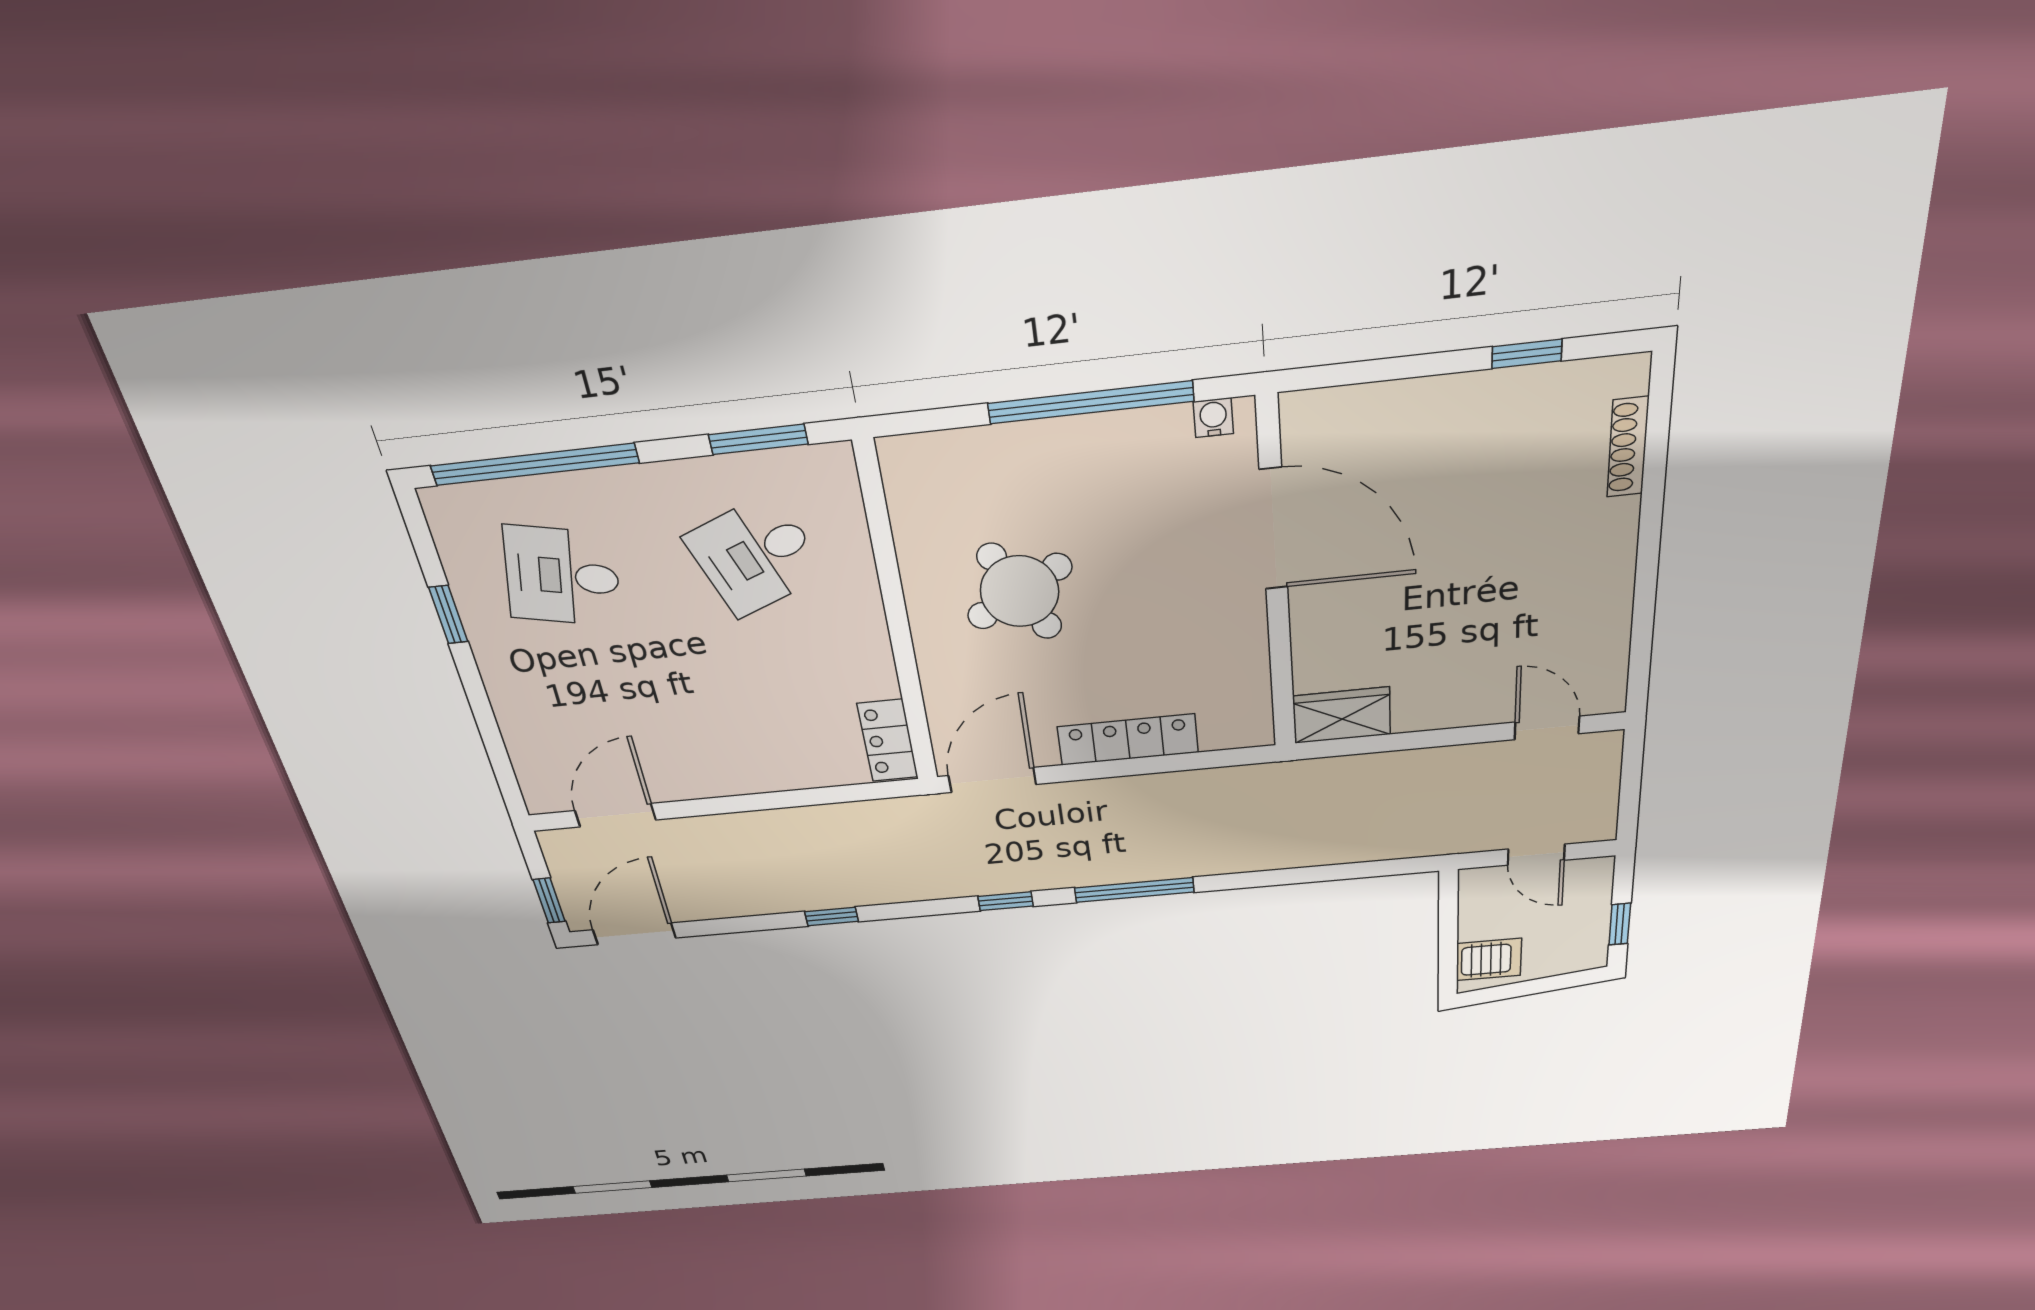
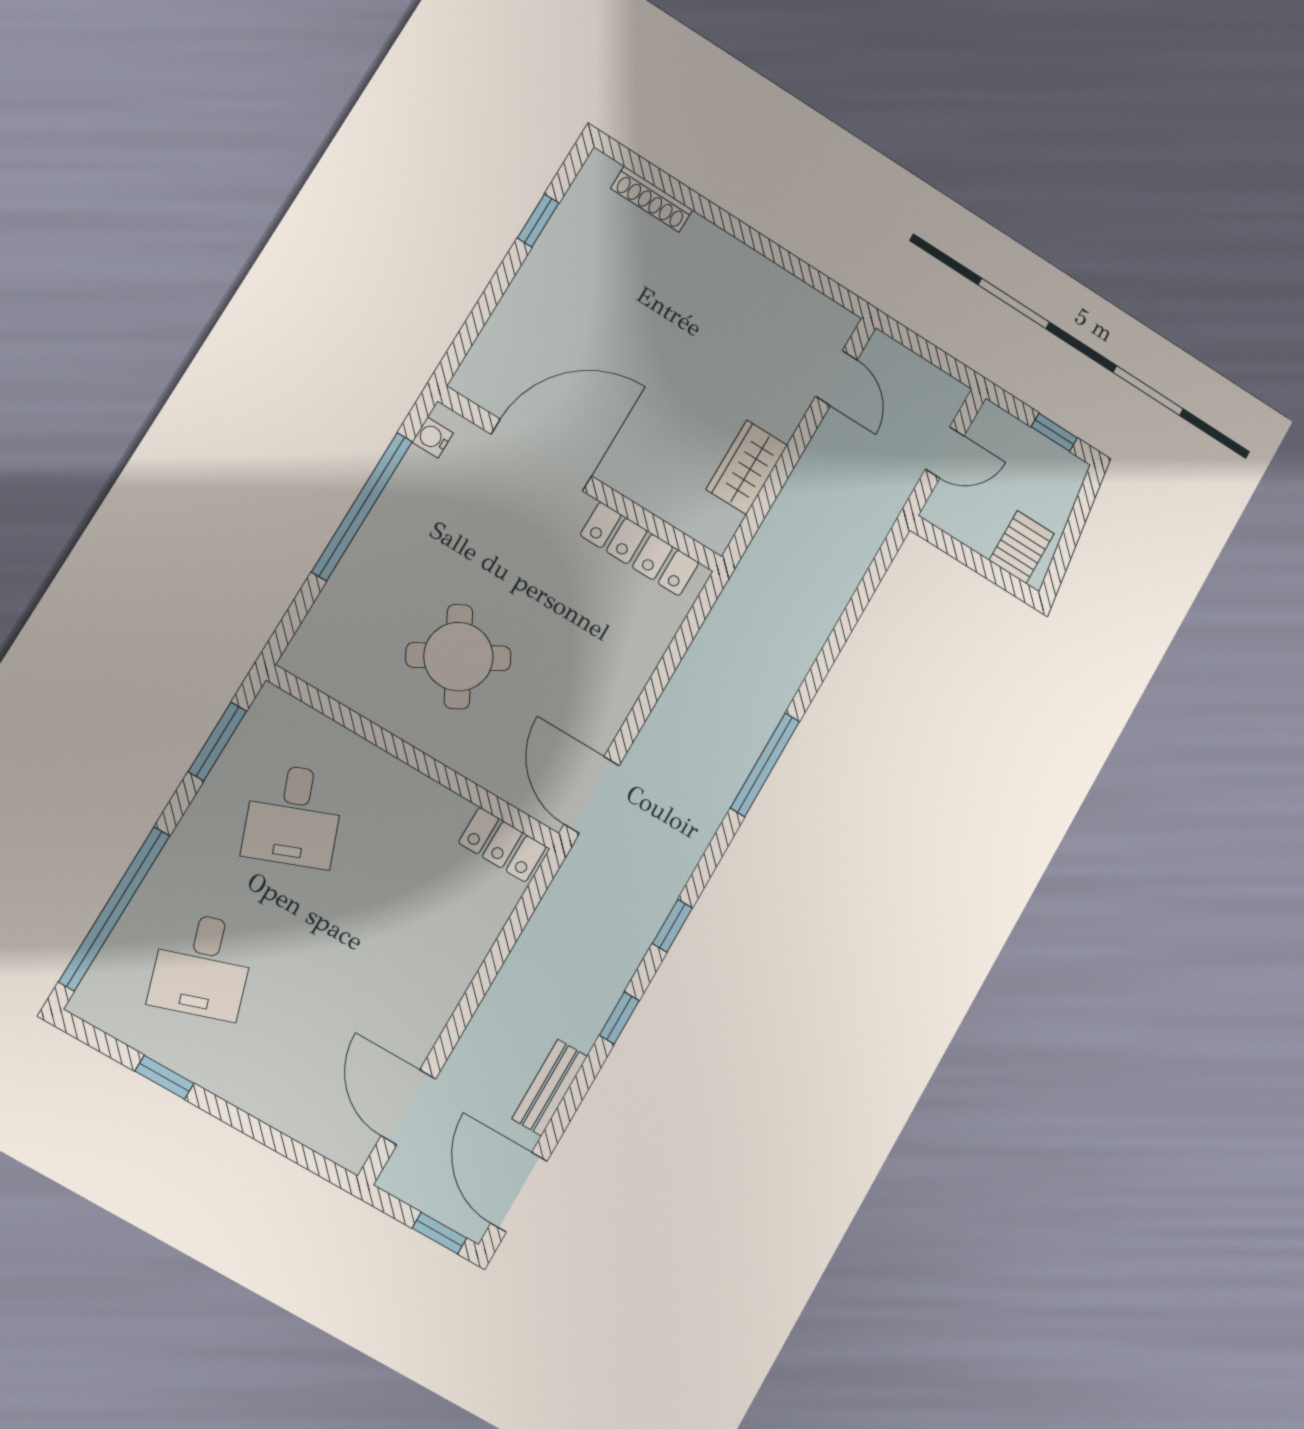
desk: (562, 576) -> (202, 966), turned -30
wardrobe: (1342, 715) -> (747, 467), moved
door: (1547, 728) -> (836, 378), swing flipped
locker: (1128, 740) -> (640, 549), moved, turned -90
window: (1006, 901) -> (672, 926), moved
bench: (731, 903) -> (550, 1087), added

